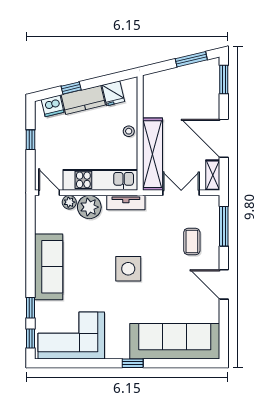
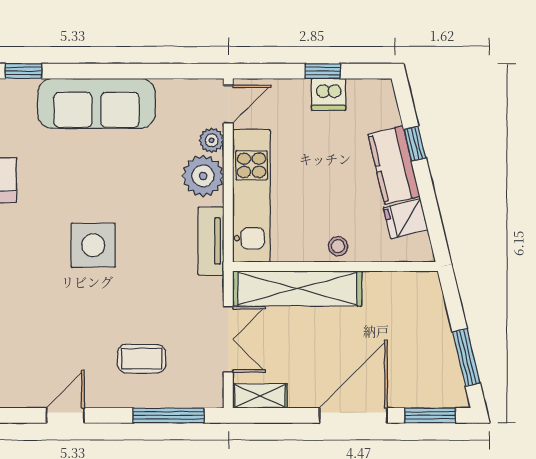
dishwasher: (53, 106) -> (329, 94), moved, turned -77
door: (224, 138) -> (353, 415), moved
door: (224, 284) -> (65, 415), width x0.73

